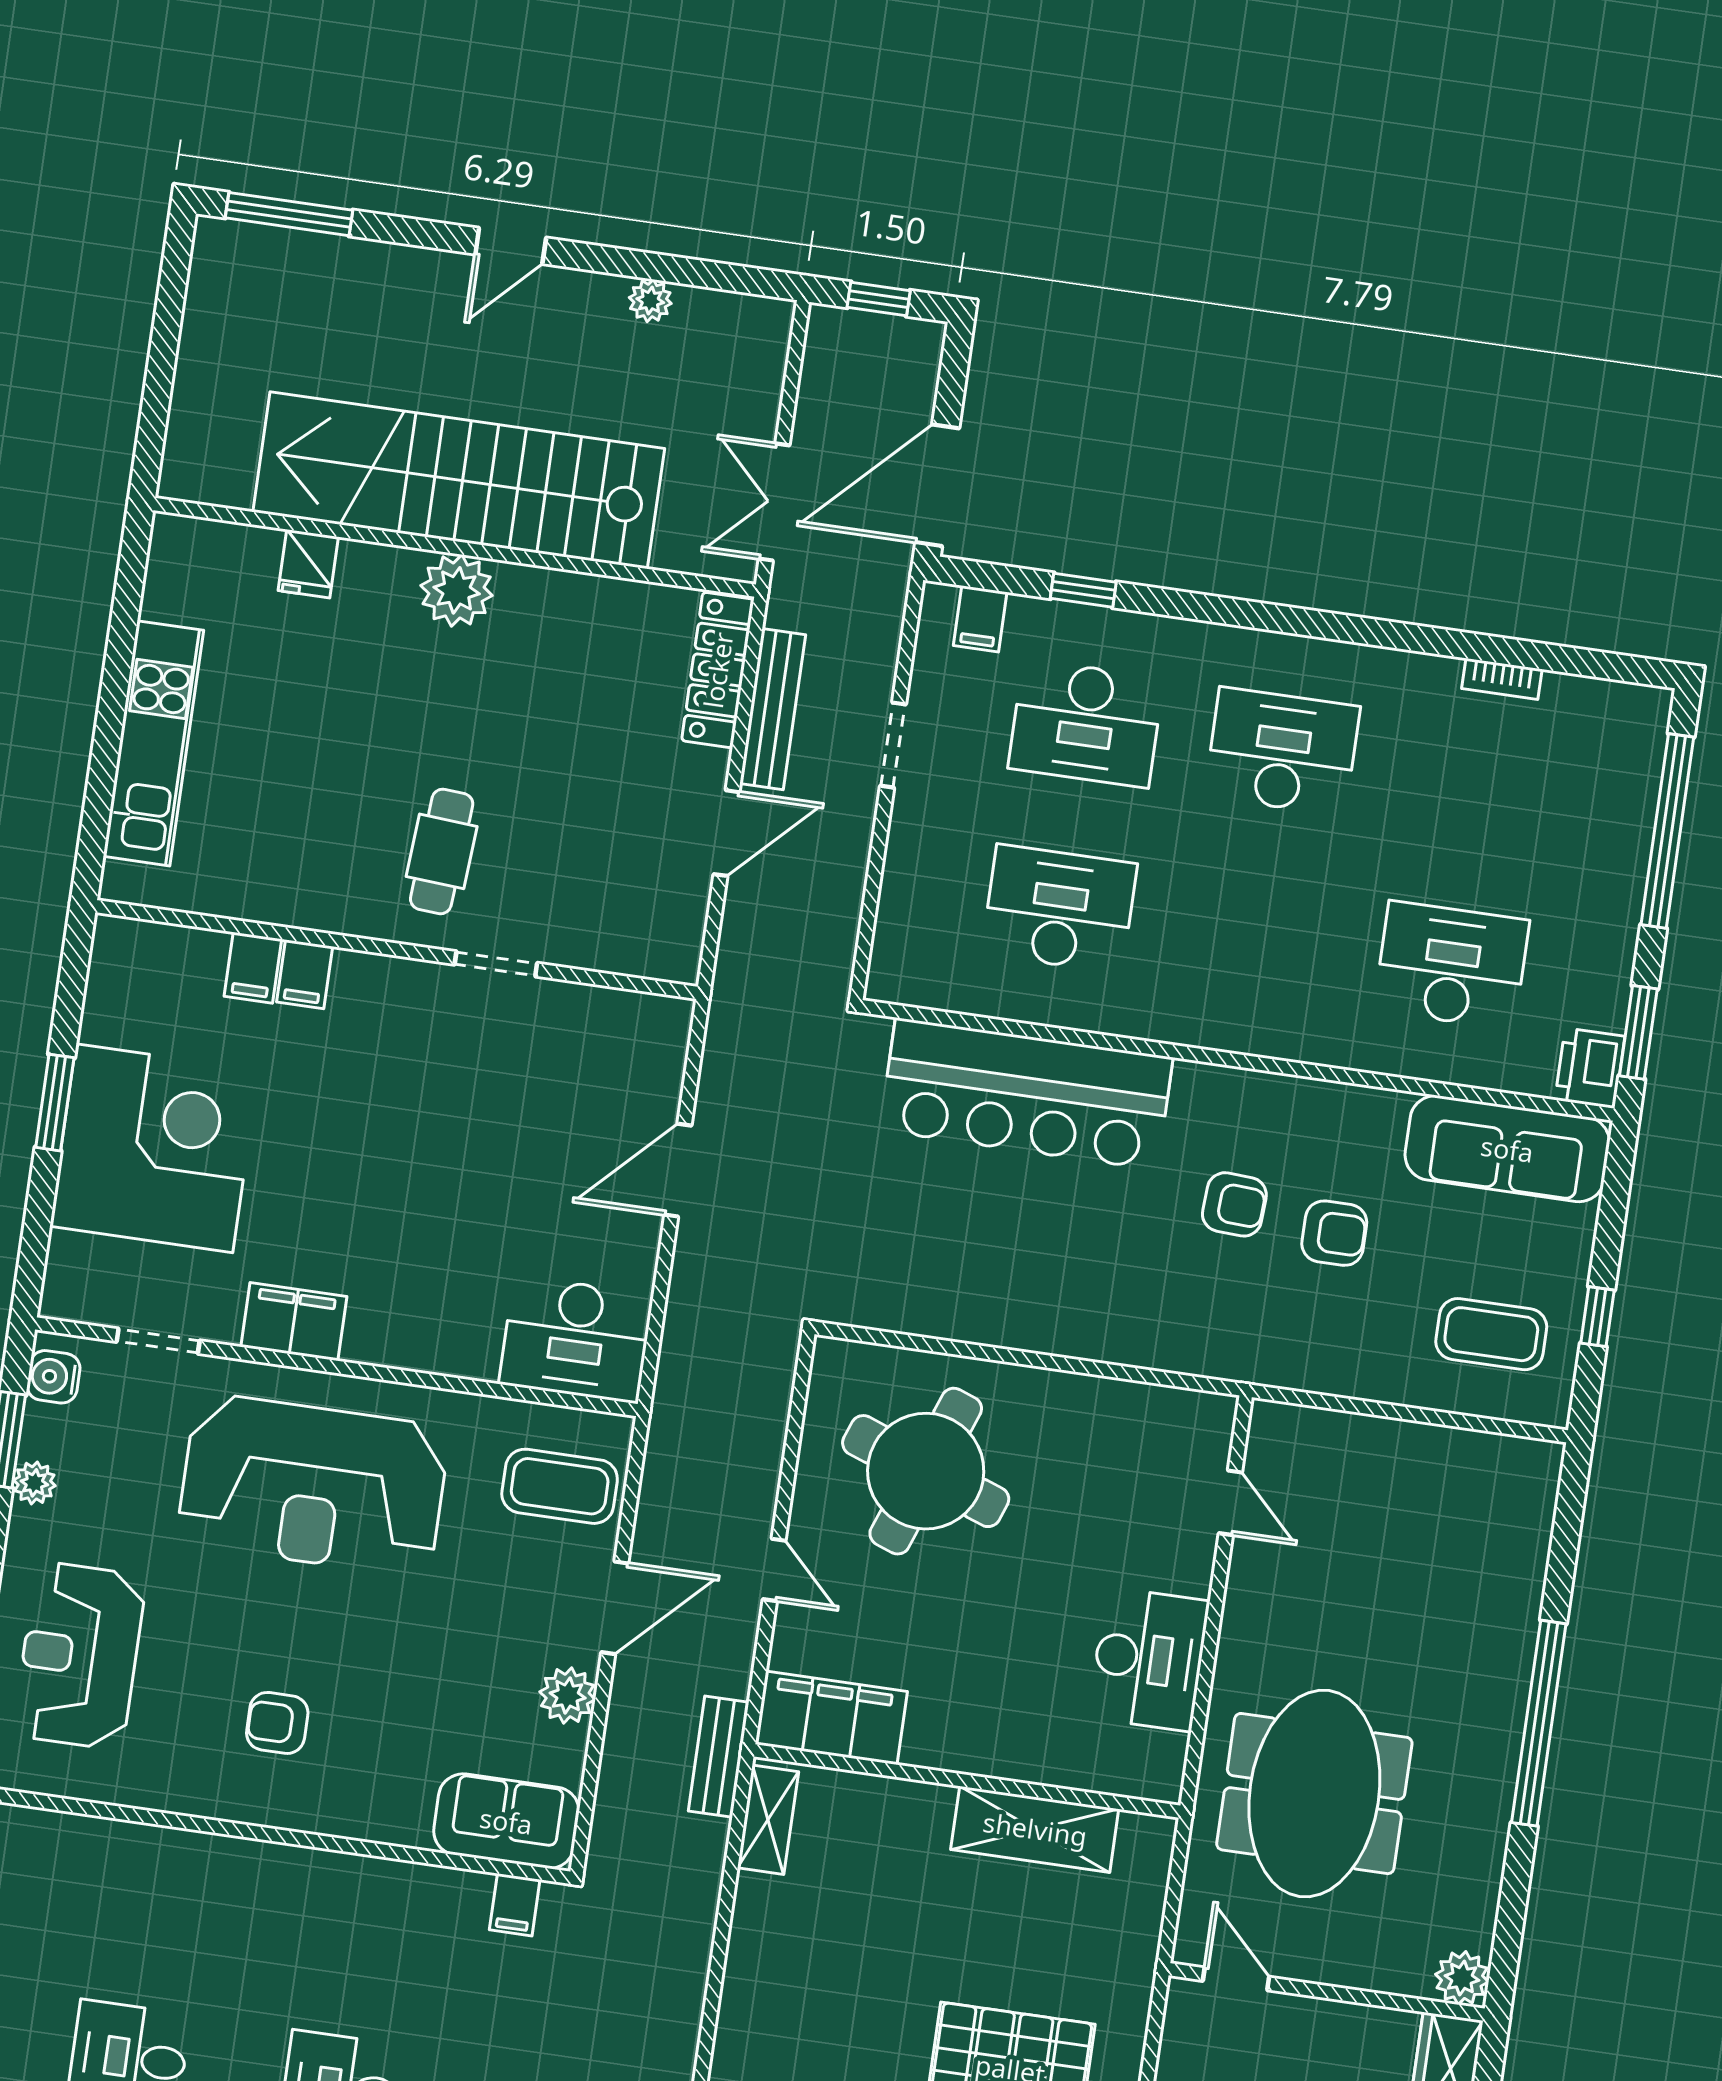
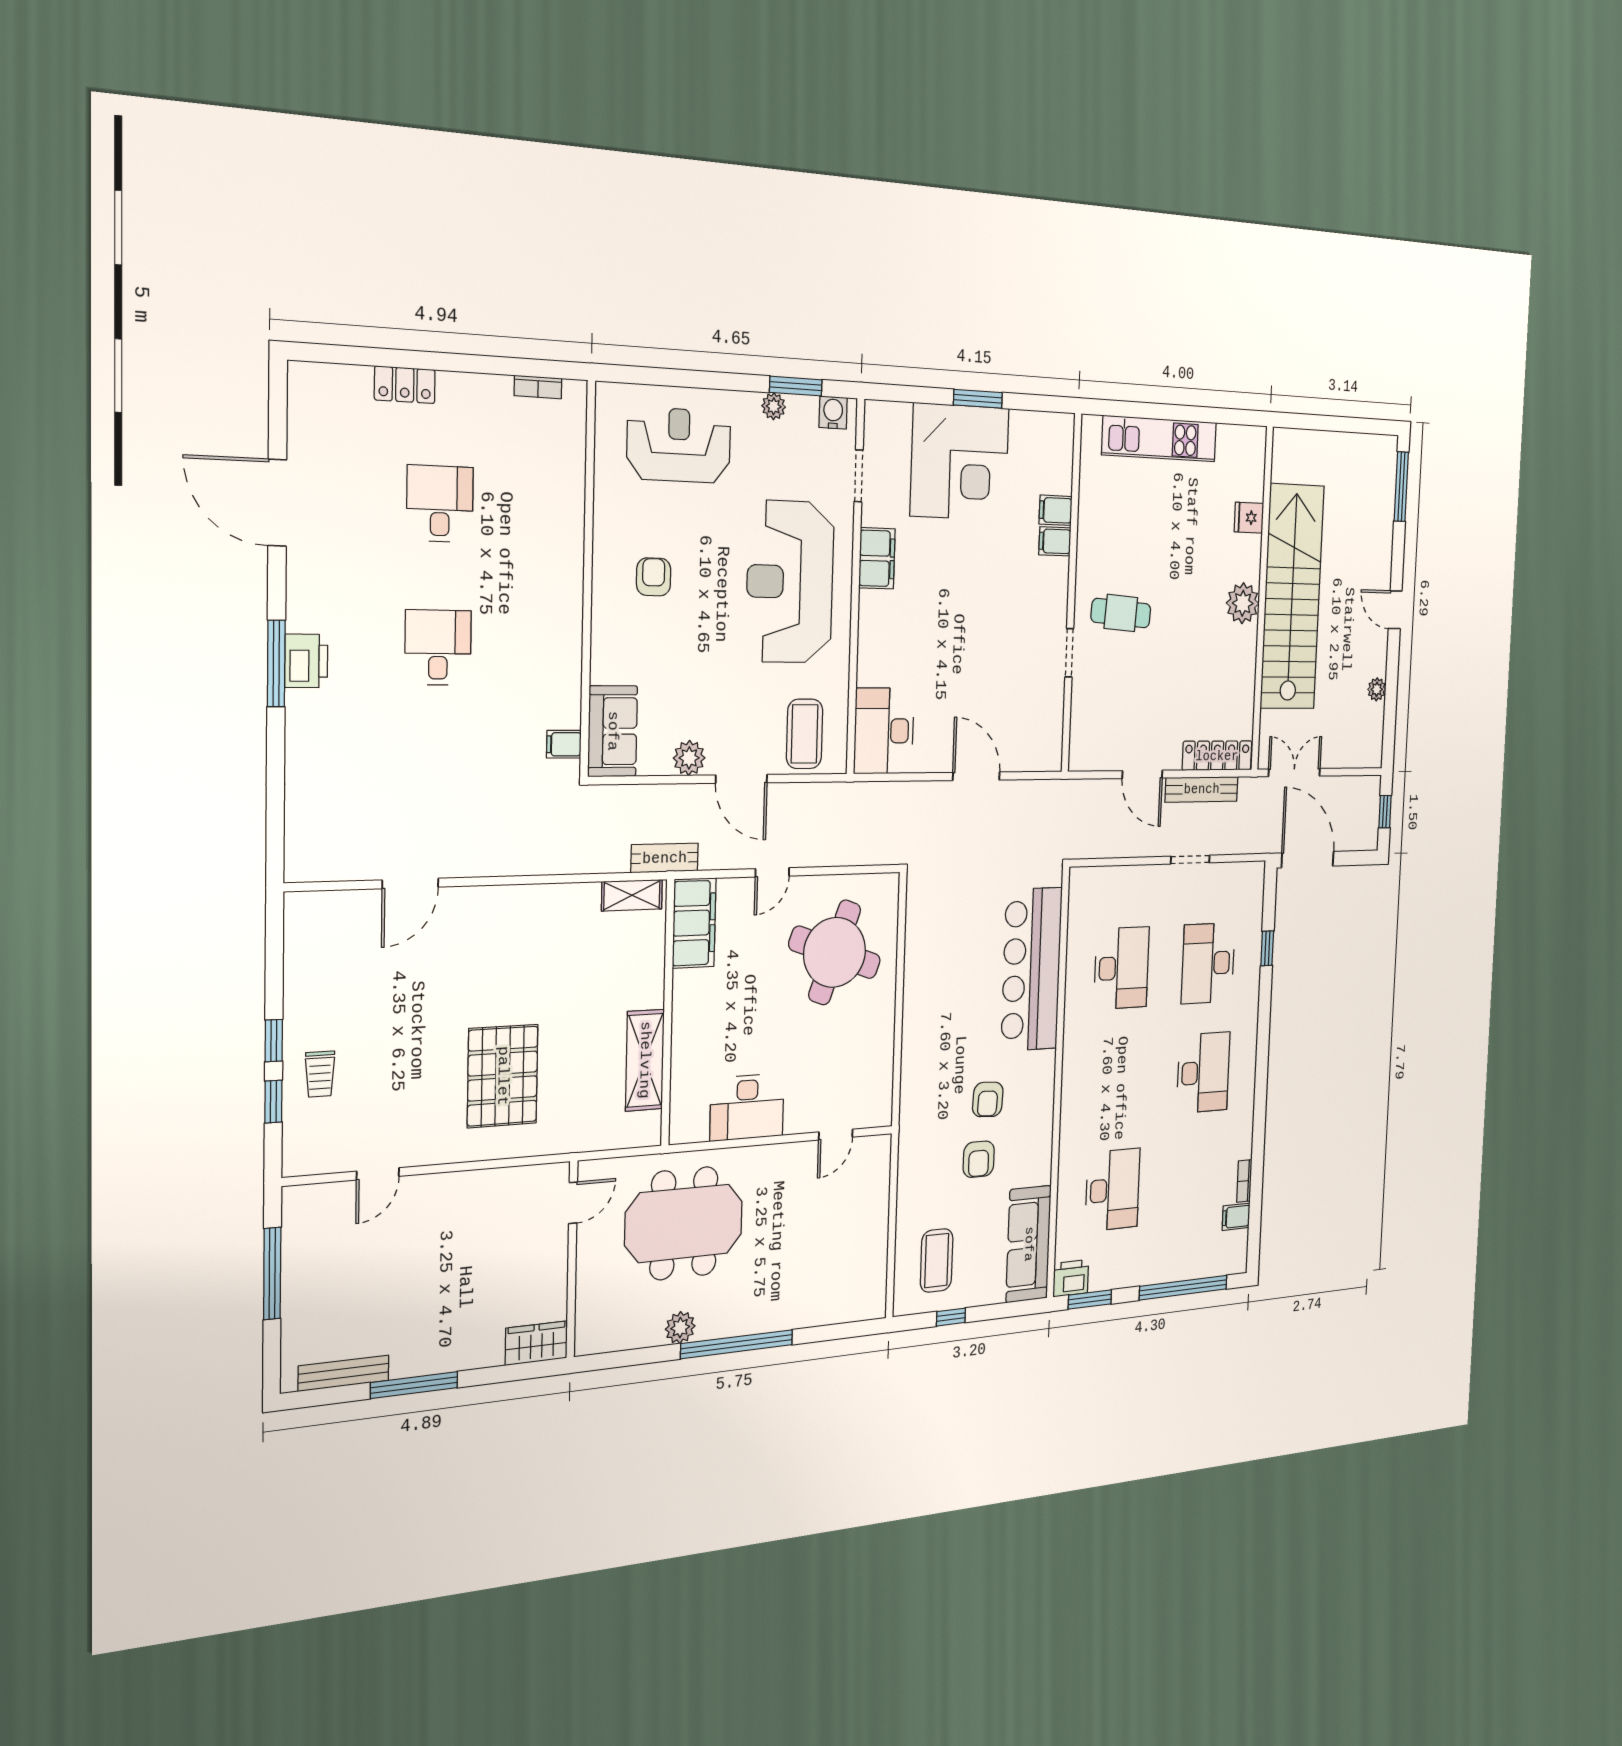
filing cabinet: (980, 619) -> (1236, 1217), moved
plant: (1462, 1978) -> (680, 1328), moved

